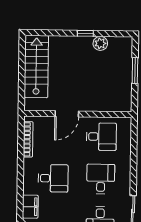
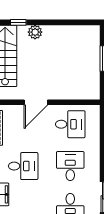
window: (85, 33) -> (18, 22), moved
plant: (100, 43) -> (35, 32), moved

